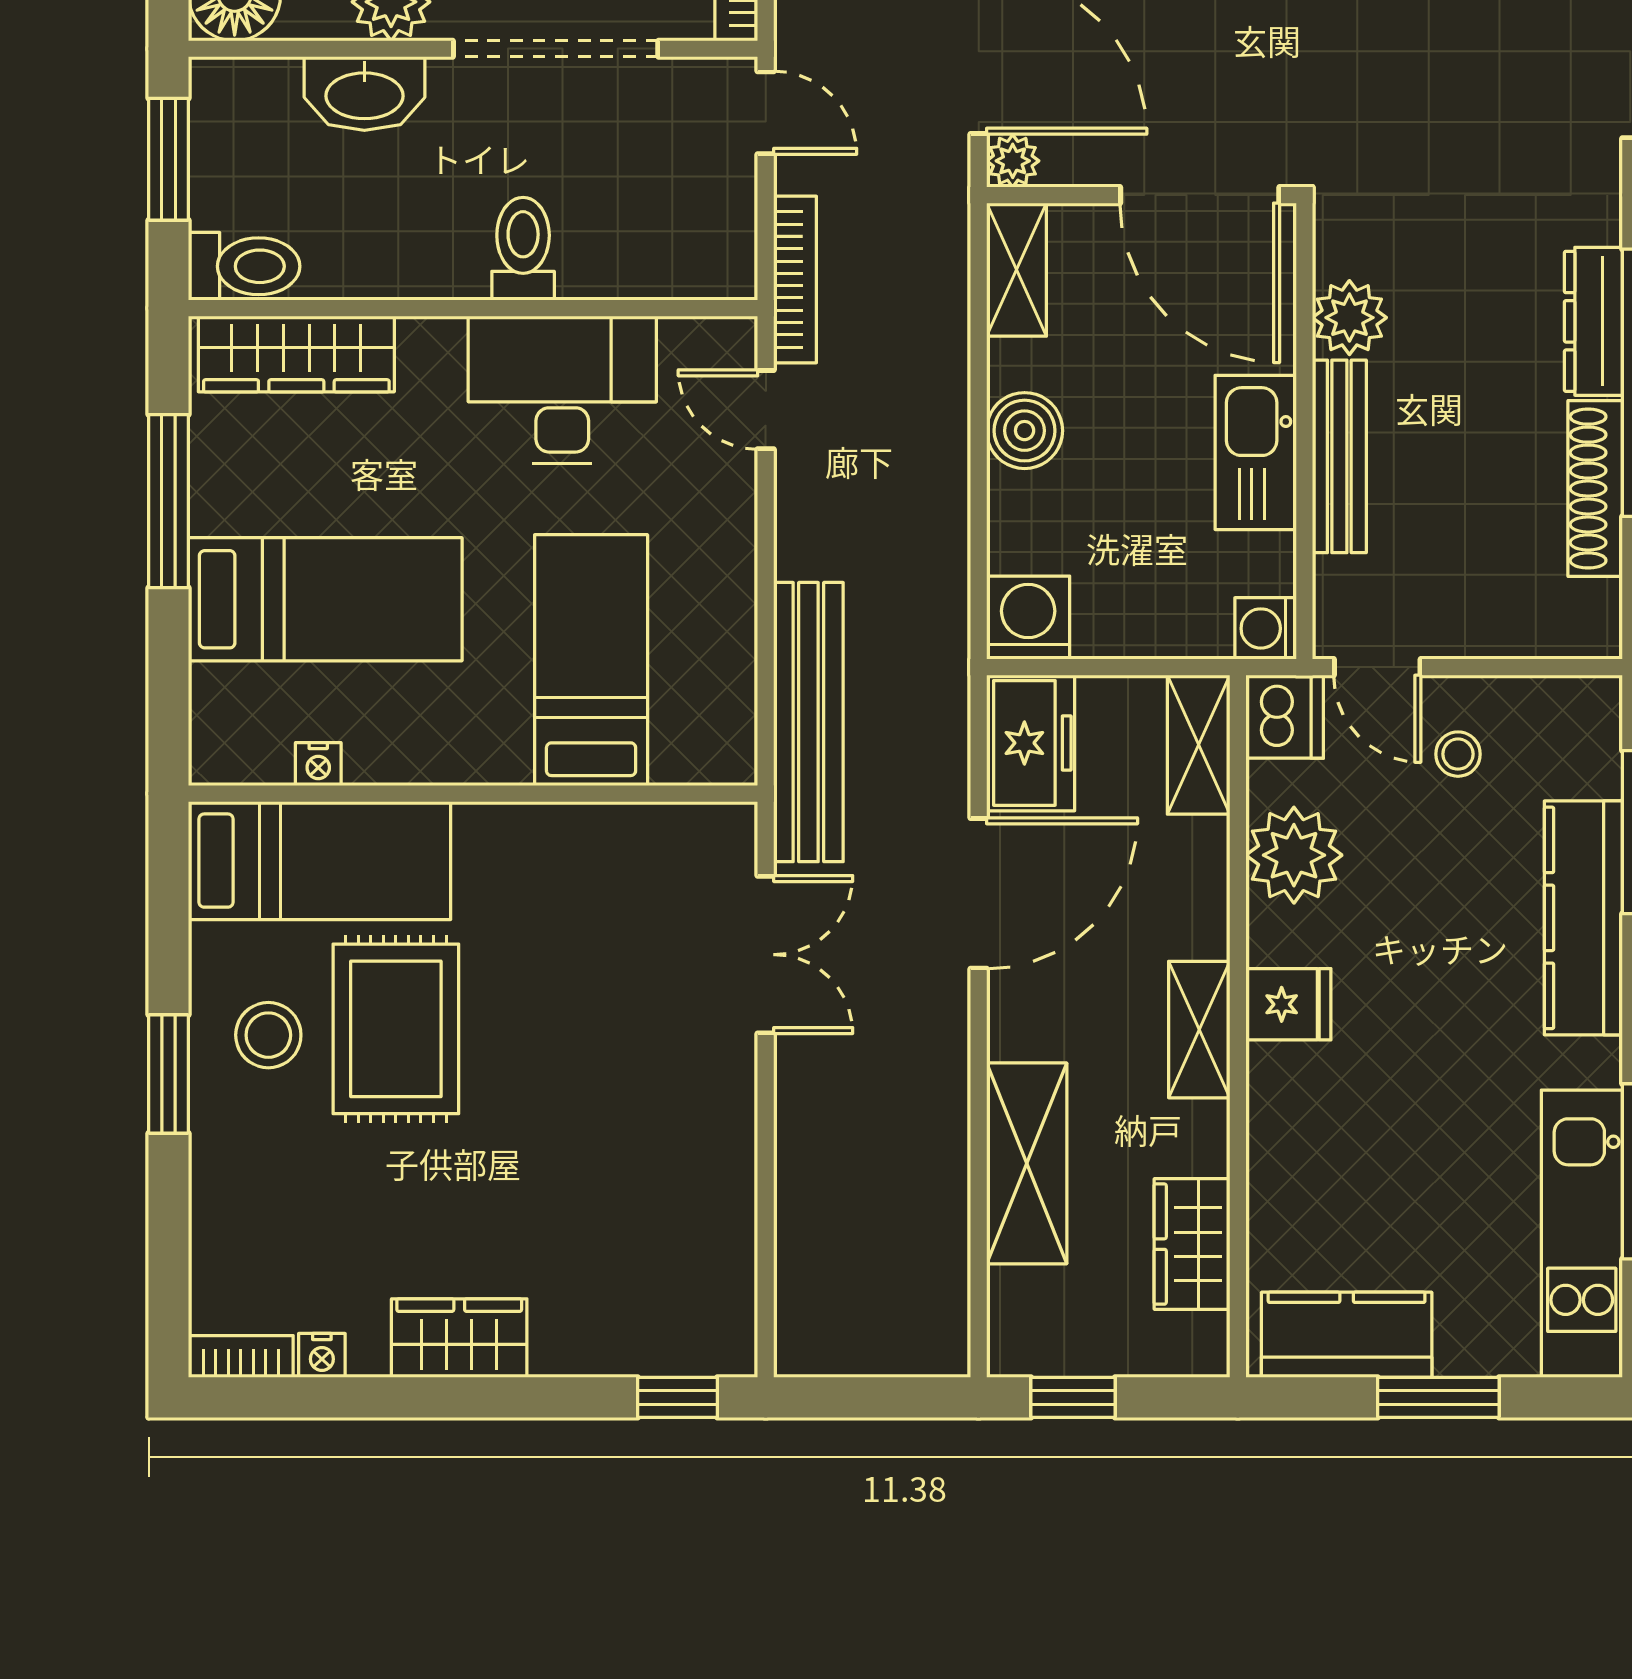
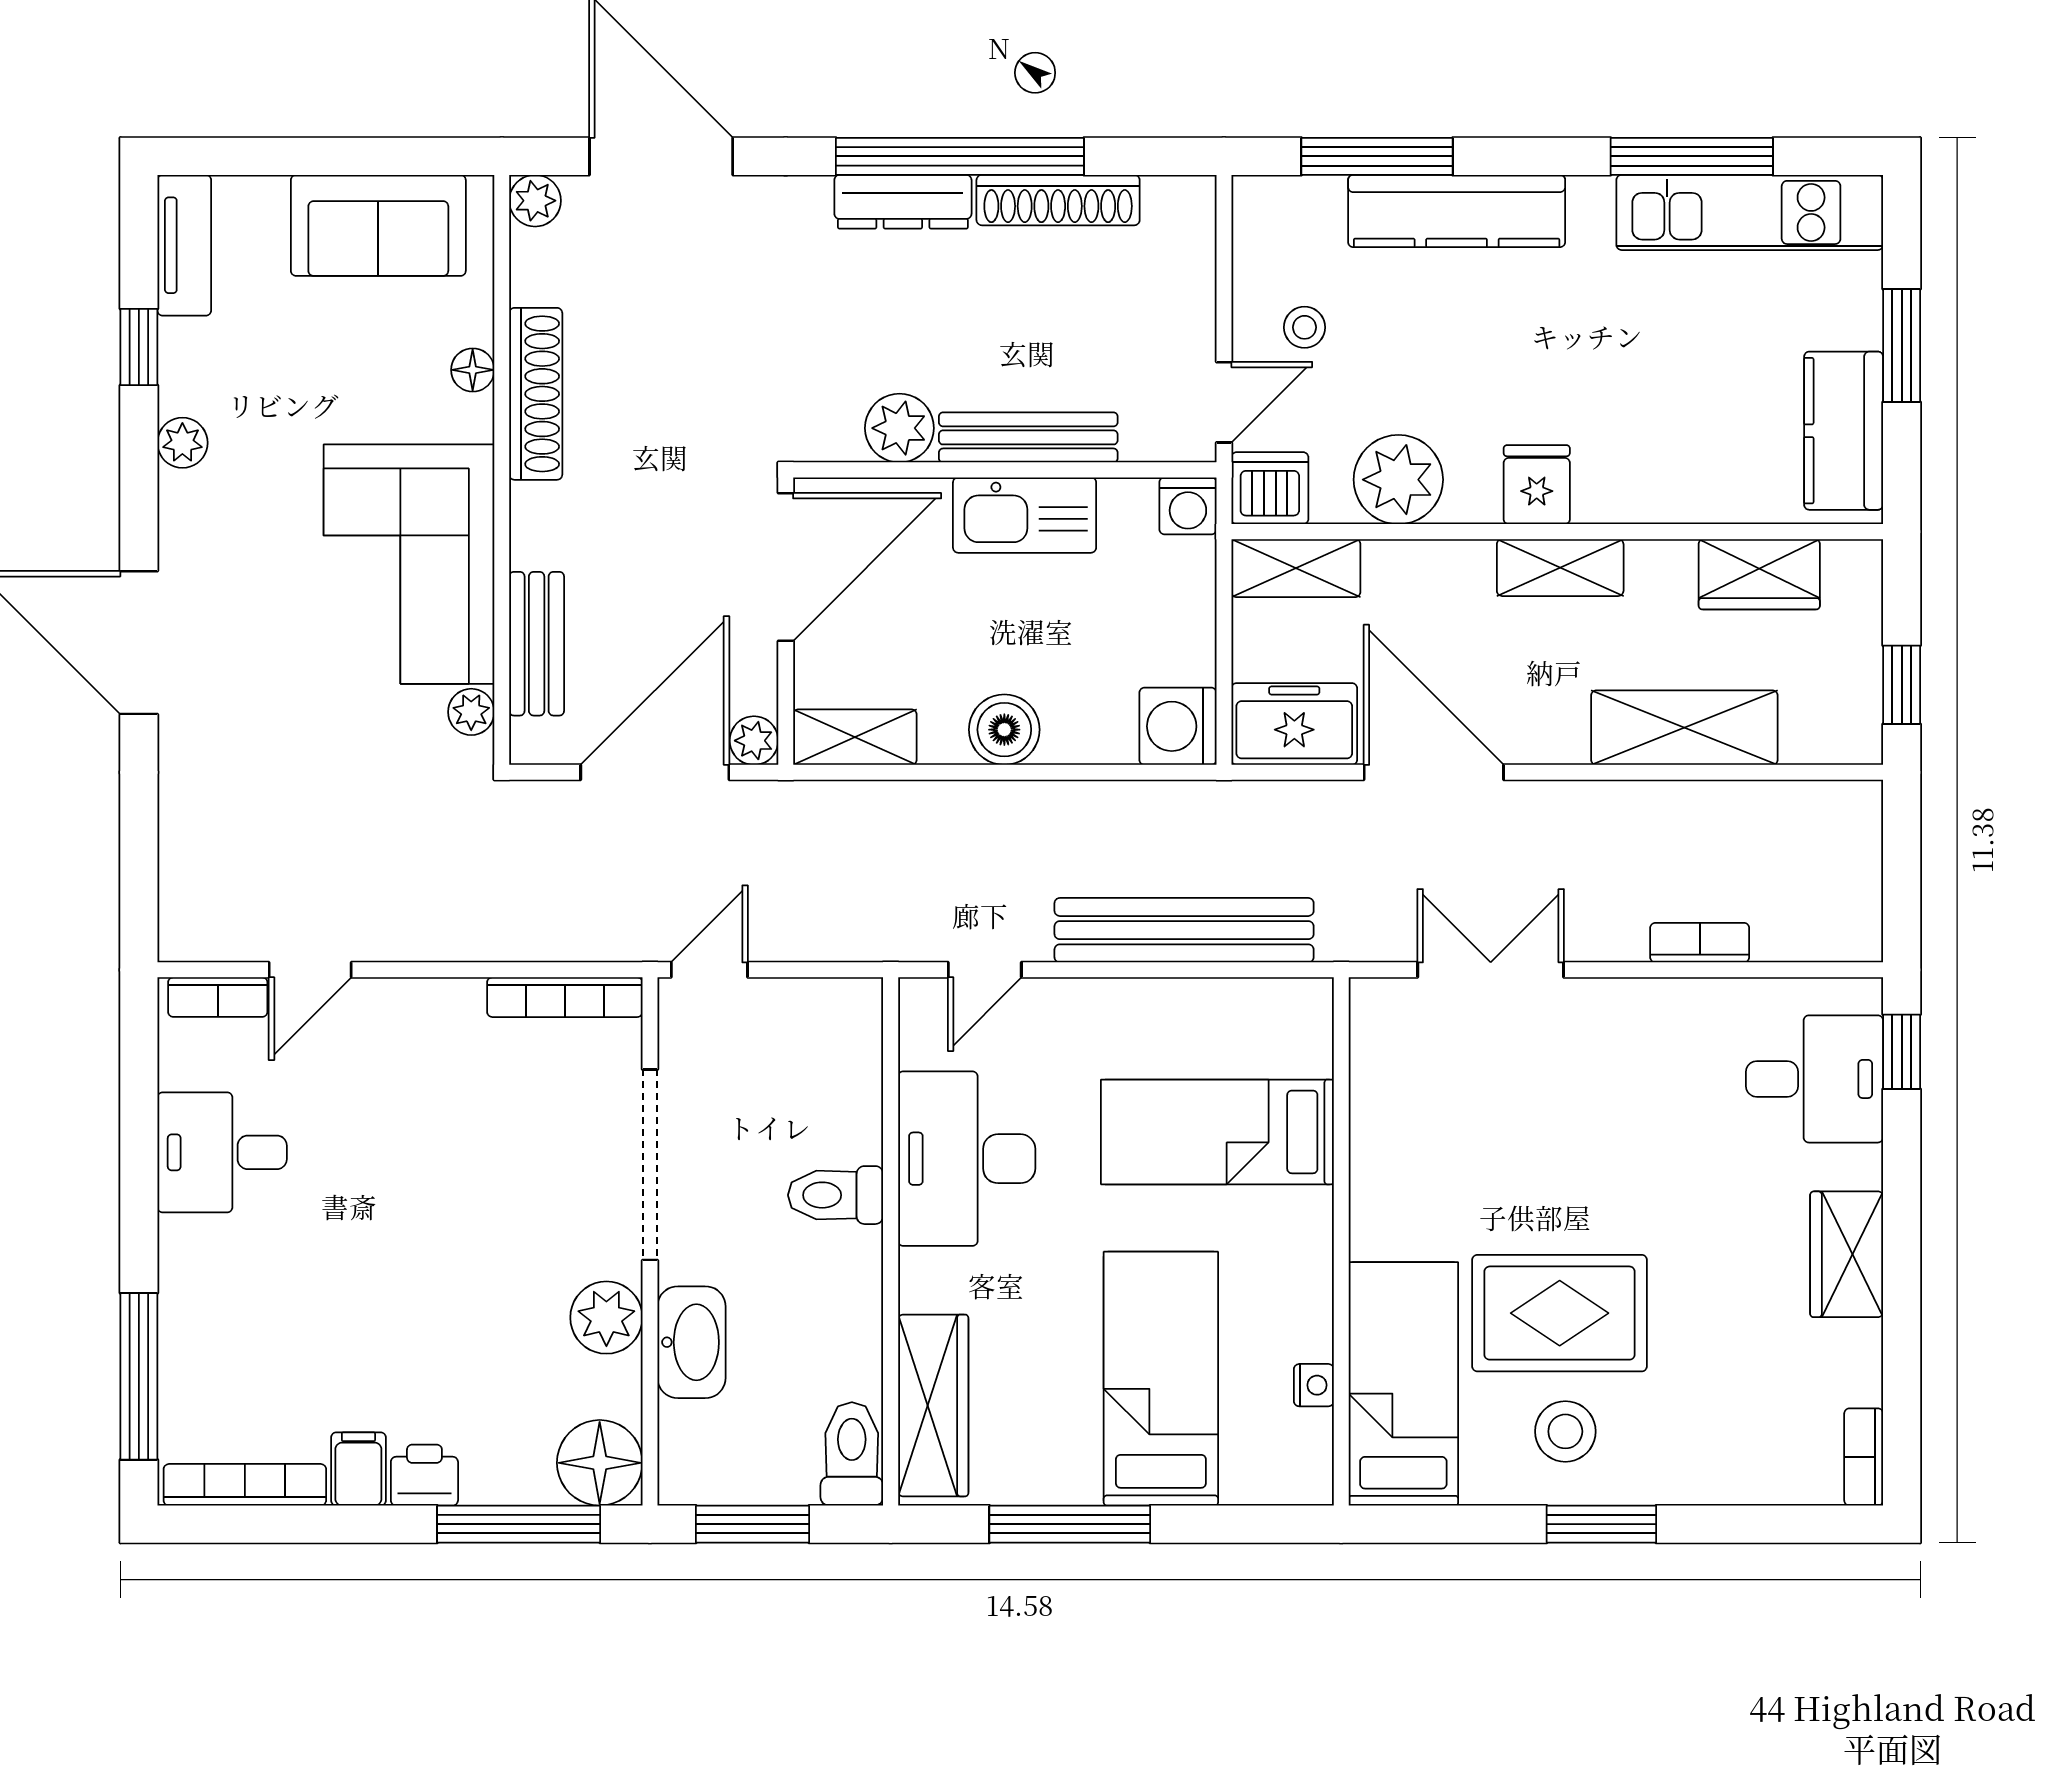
bookcase: (795, 280) -> (1700, 943), moved, width x0.64
bench: (808, 722) -> (1184, 930), moved
desk: (648, 1304) -> (1815, 1079), added
nightstand: (322, 1355) -> (1863, 1382), removed

